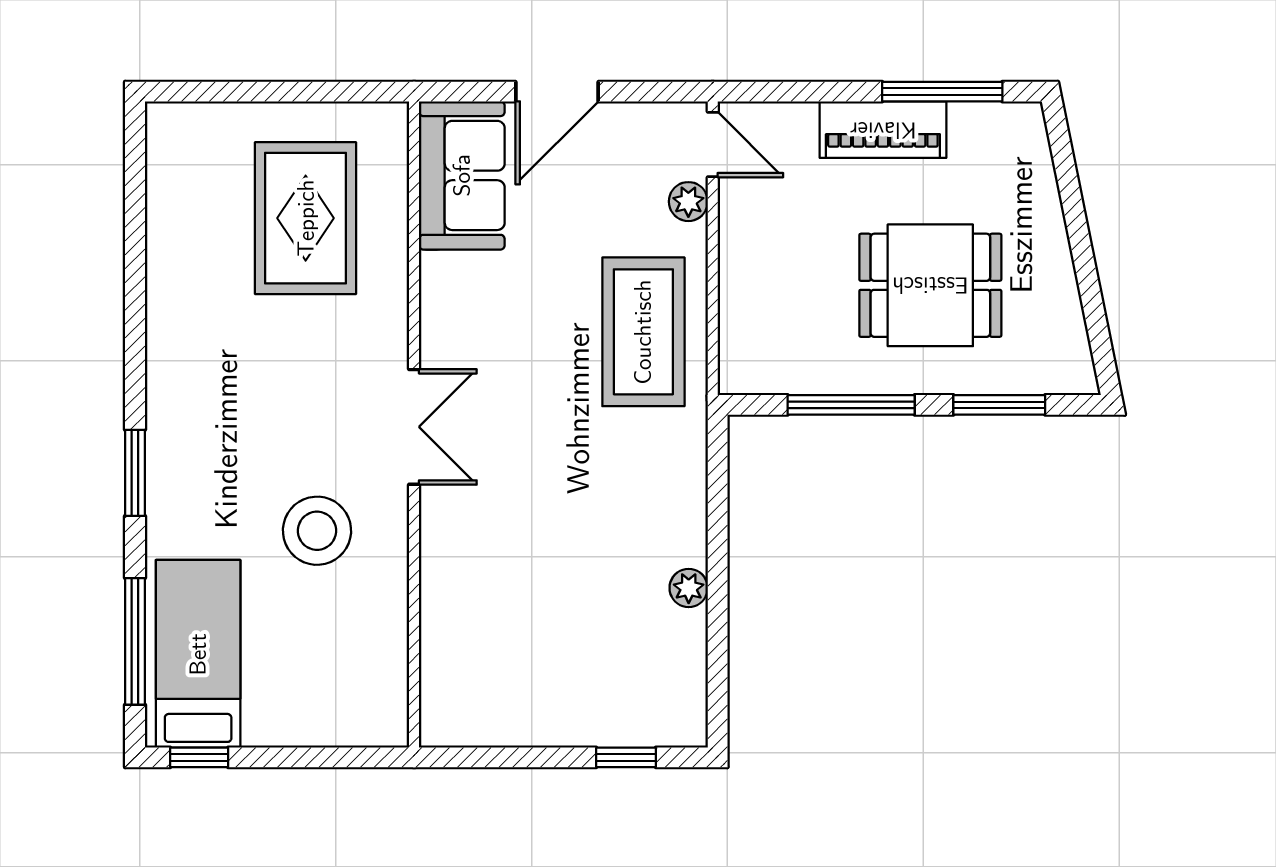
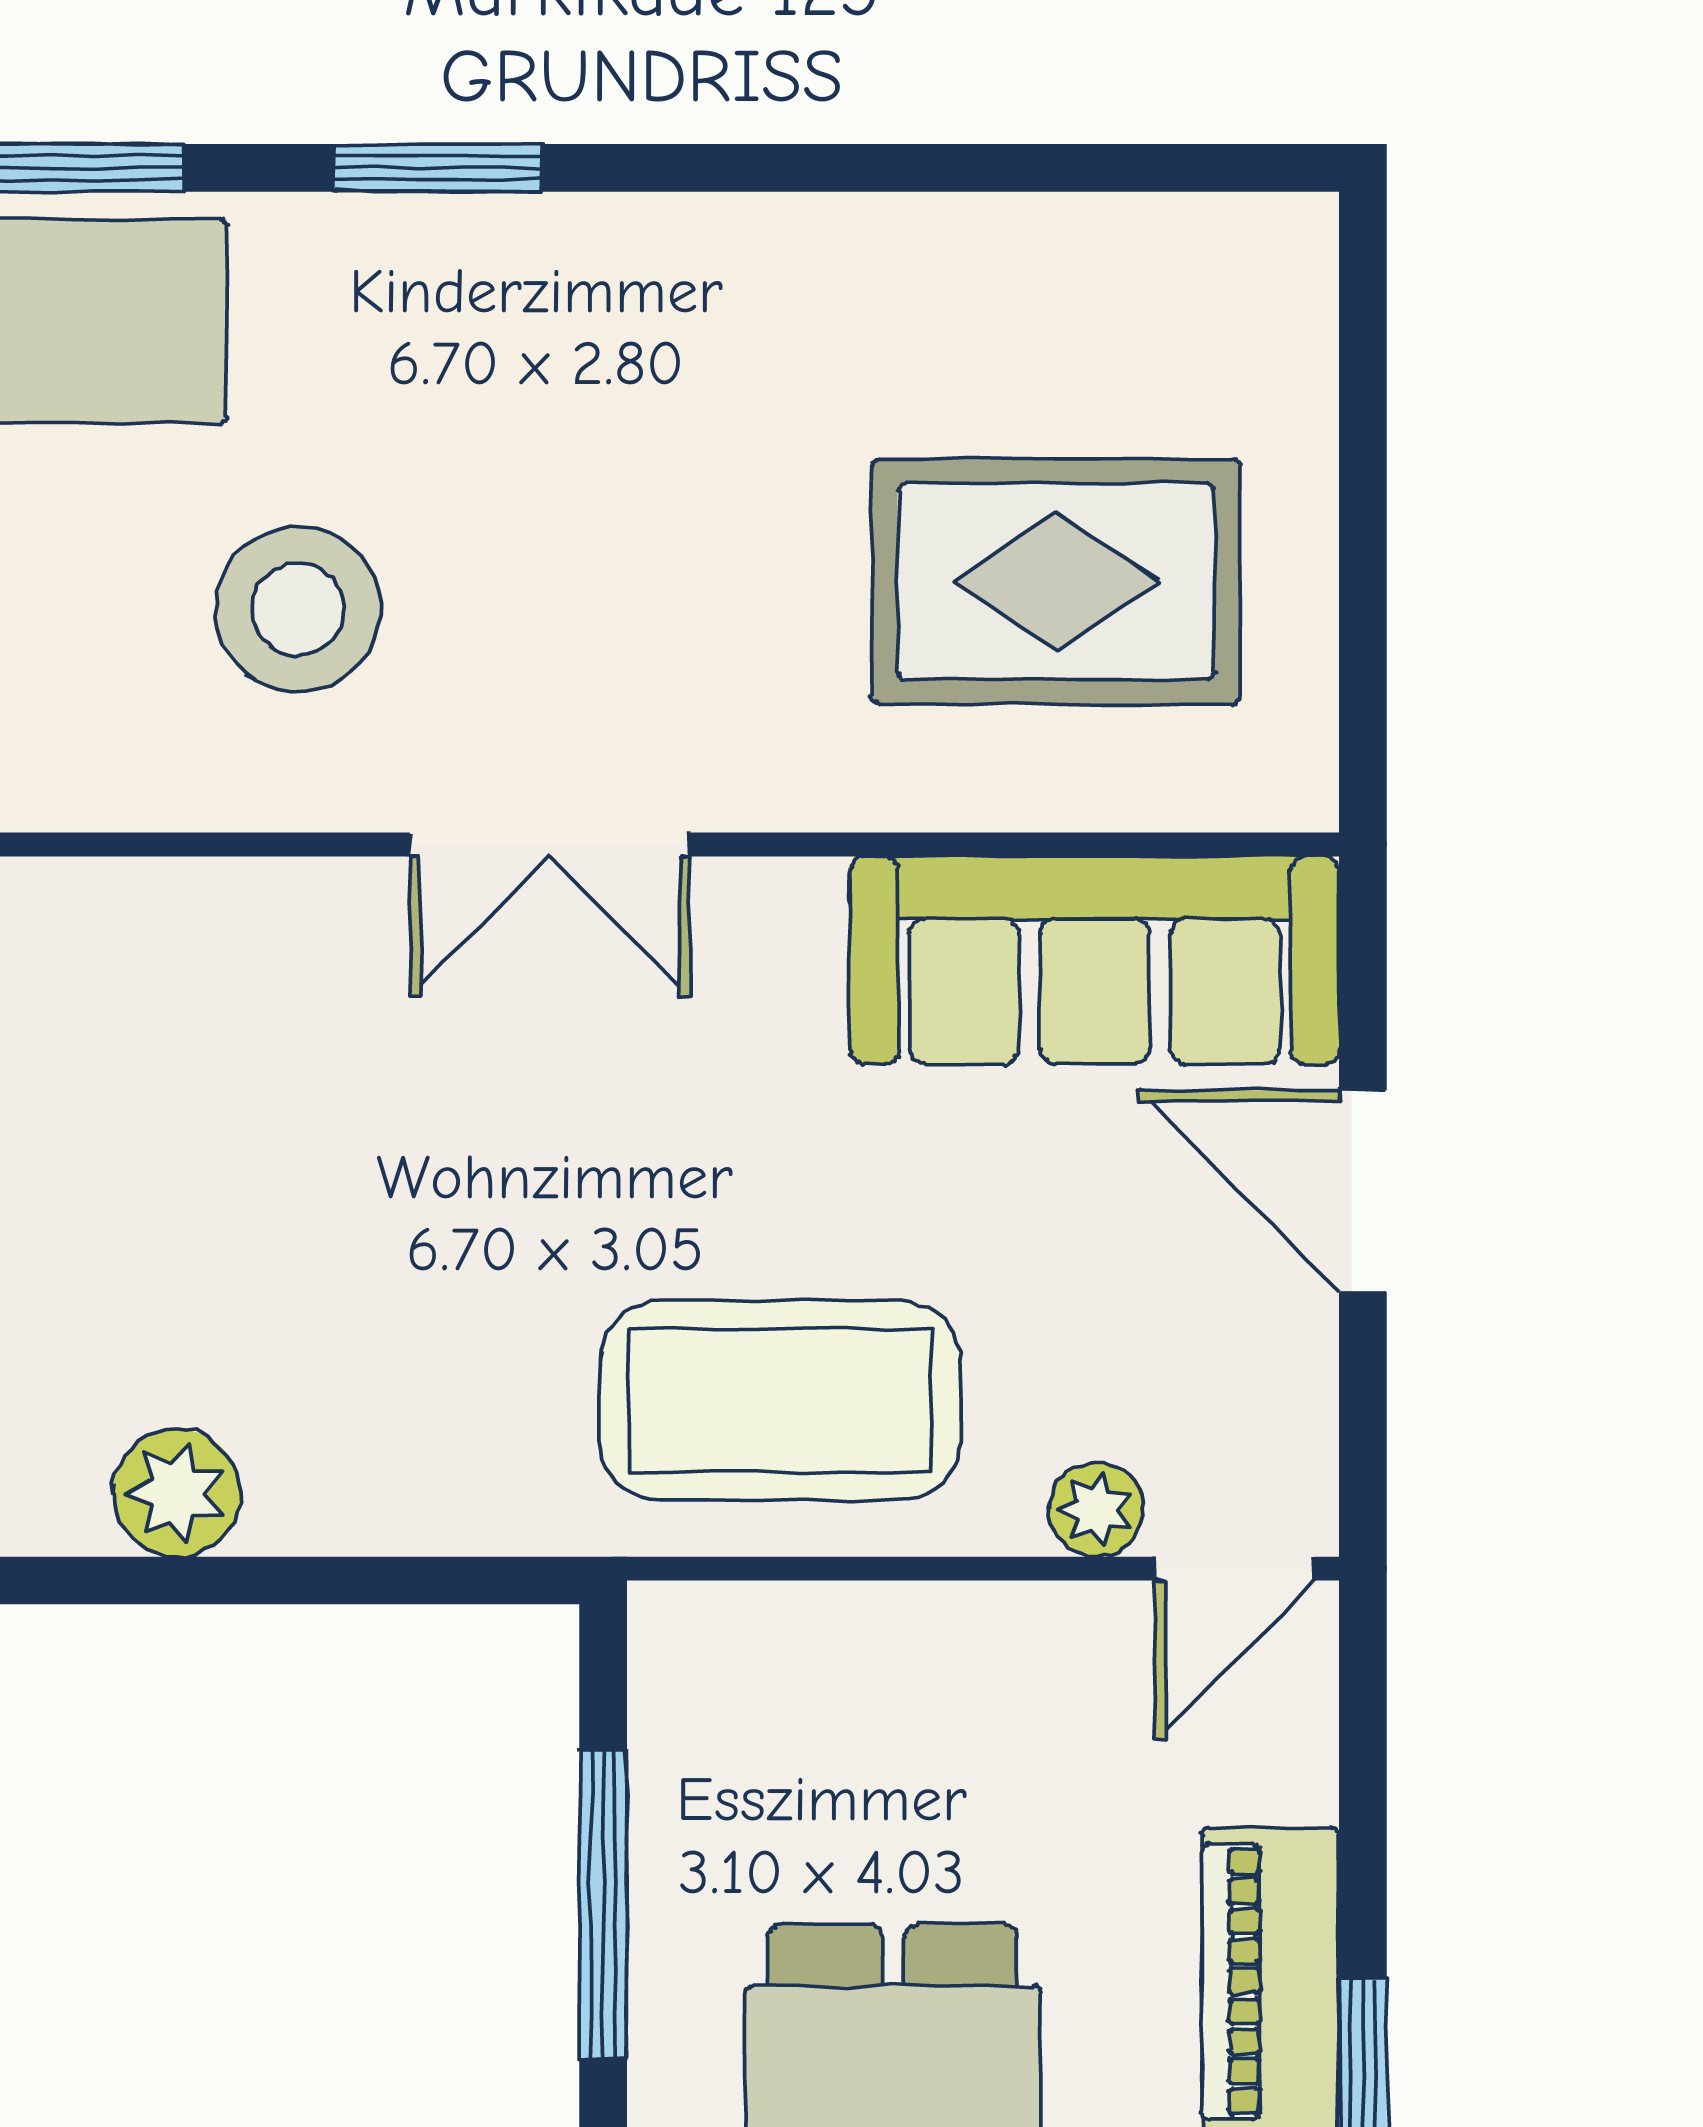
sofa: (462, 175) -> (1095, 960), width x1.36
plant: (689, 588) -> (177, 1493), width x1.38, depth x1.38

